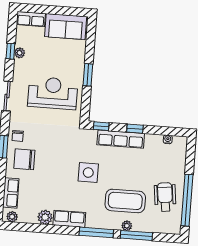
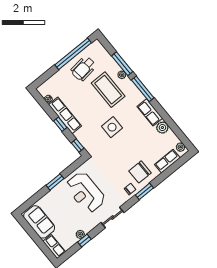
row of seats: (121, 139) -> (65, 115), moved
chair: (24, 159) -> (140, 172), turned 90

